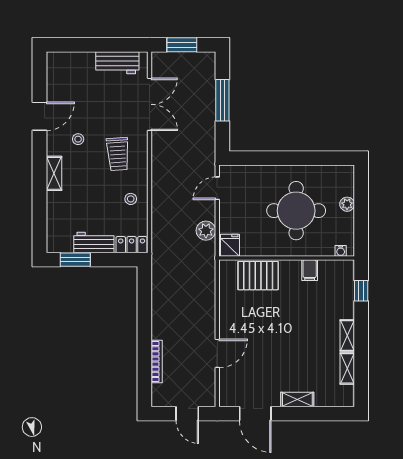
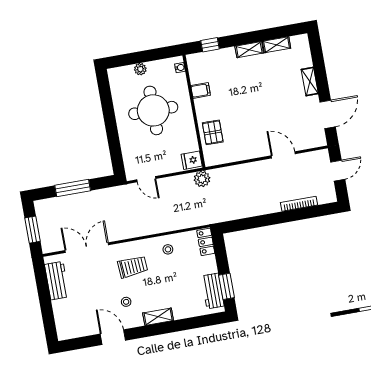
plant: (206, 231) -> (202, 179), moved
workbench: (94, 243) -> (213, 291), moved
pallet: (258, 276) -> (213, 132), width x0.67, depth x0.71

